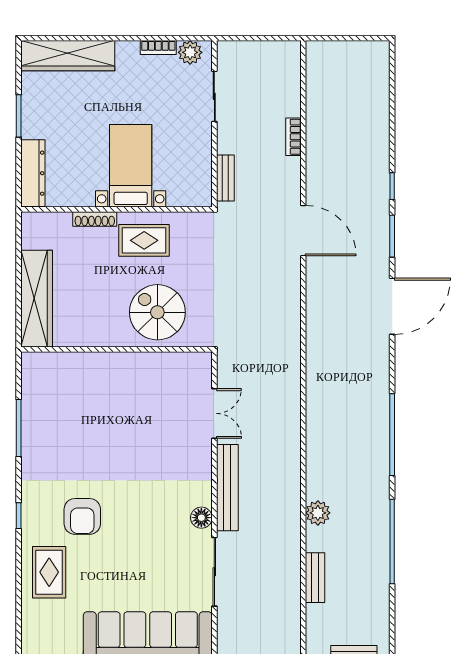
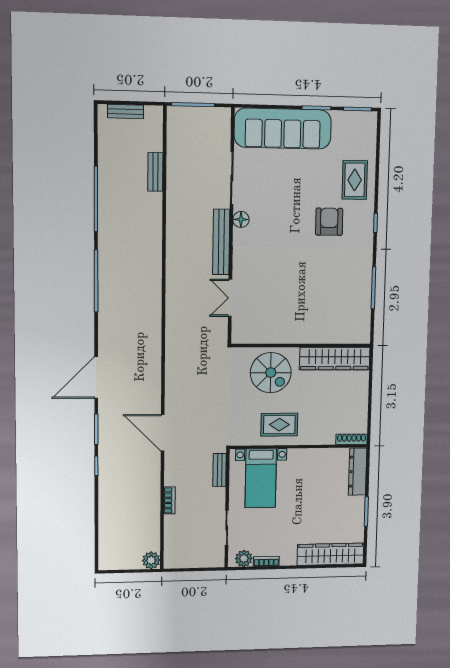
bed with nightstands: (131, 166) -> (261, 478), moved
shoe rack: (95, 219) -> (352, 439), moved
wardrobe: (37, 299) -> (335, 358), moved, turned -90
plant: (318, 513) -> (151, 560), moved

